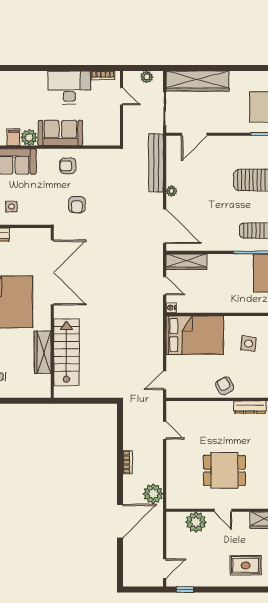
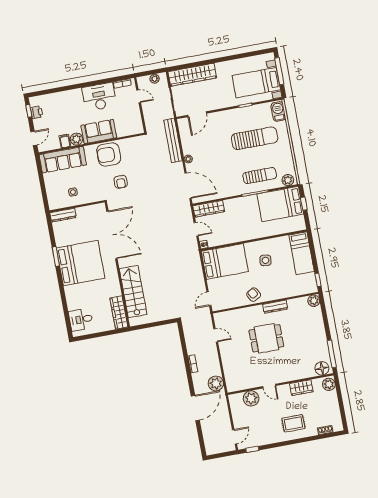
armchair: (68, 166) -> (109, 154), width x1.88, depth x1.88
wardrobe: (43, 352) -> (119, 313), moved
dining table: (224, 470) -> (266, 338), moved

